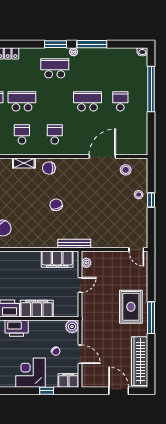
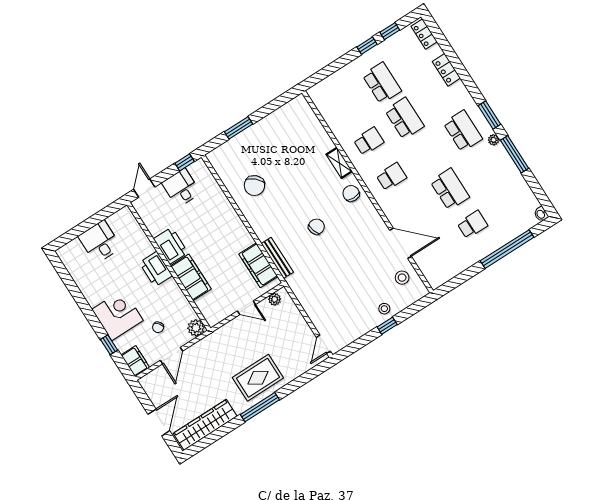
bench: (74, 244) -> (277, 258), moved

